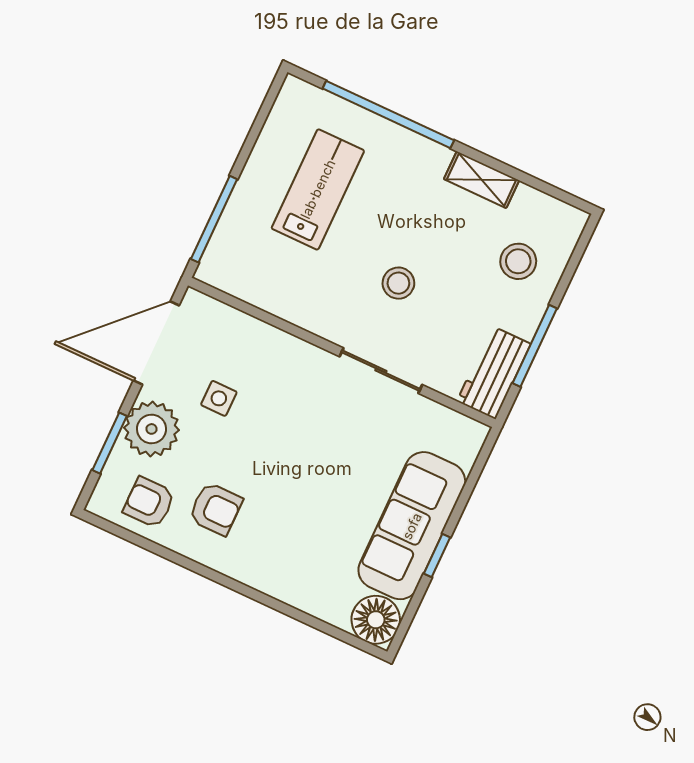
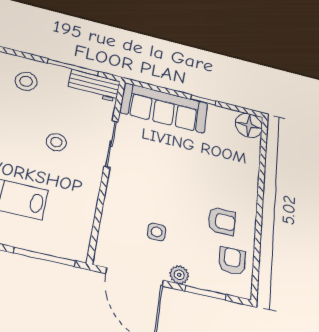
plant: (151, 429) -> (179, 275), width x0.53, depth x0.53
armchair: (149, 502) -> (232, 261), turned 180
armchair: (216, 509) -> (222, 221), turned 90
sofa: (412, 526) -> (164, 108), moved

